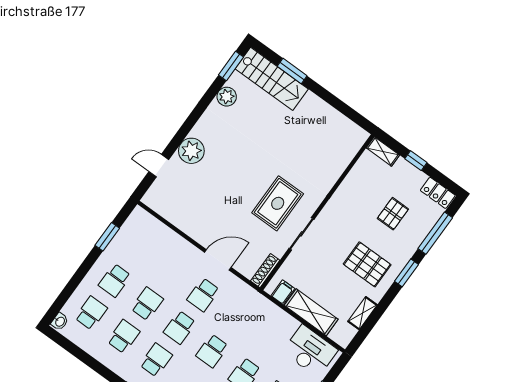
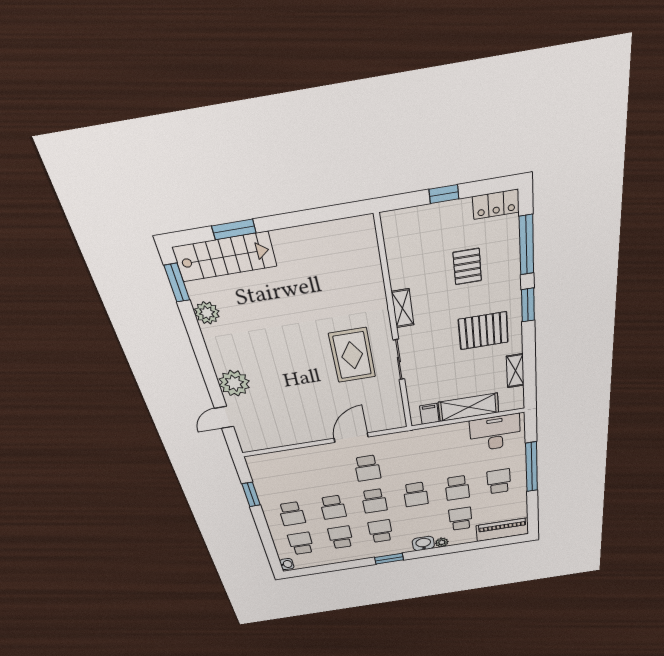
shelving: (383, 151) -> (403, 308), moved, turned 90
shoe rack: (265, 271) -> (398, 412), removed
school desk: (147, 304) -> (333, 507), turned 180

